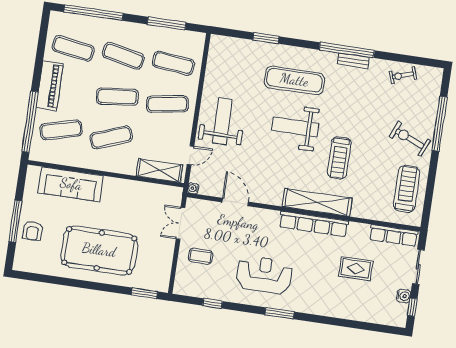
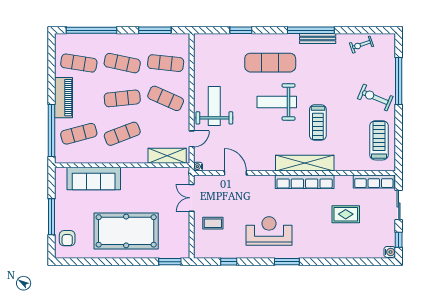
bench: (353, 61) -> (318, 39), width x1.36
exercise mat: (167, 104) -> (166, 98), turned 33
armchair: (33, 231) -> (67, 238), moved
water cooler: (404, 296) -> (390, 252), moved

